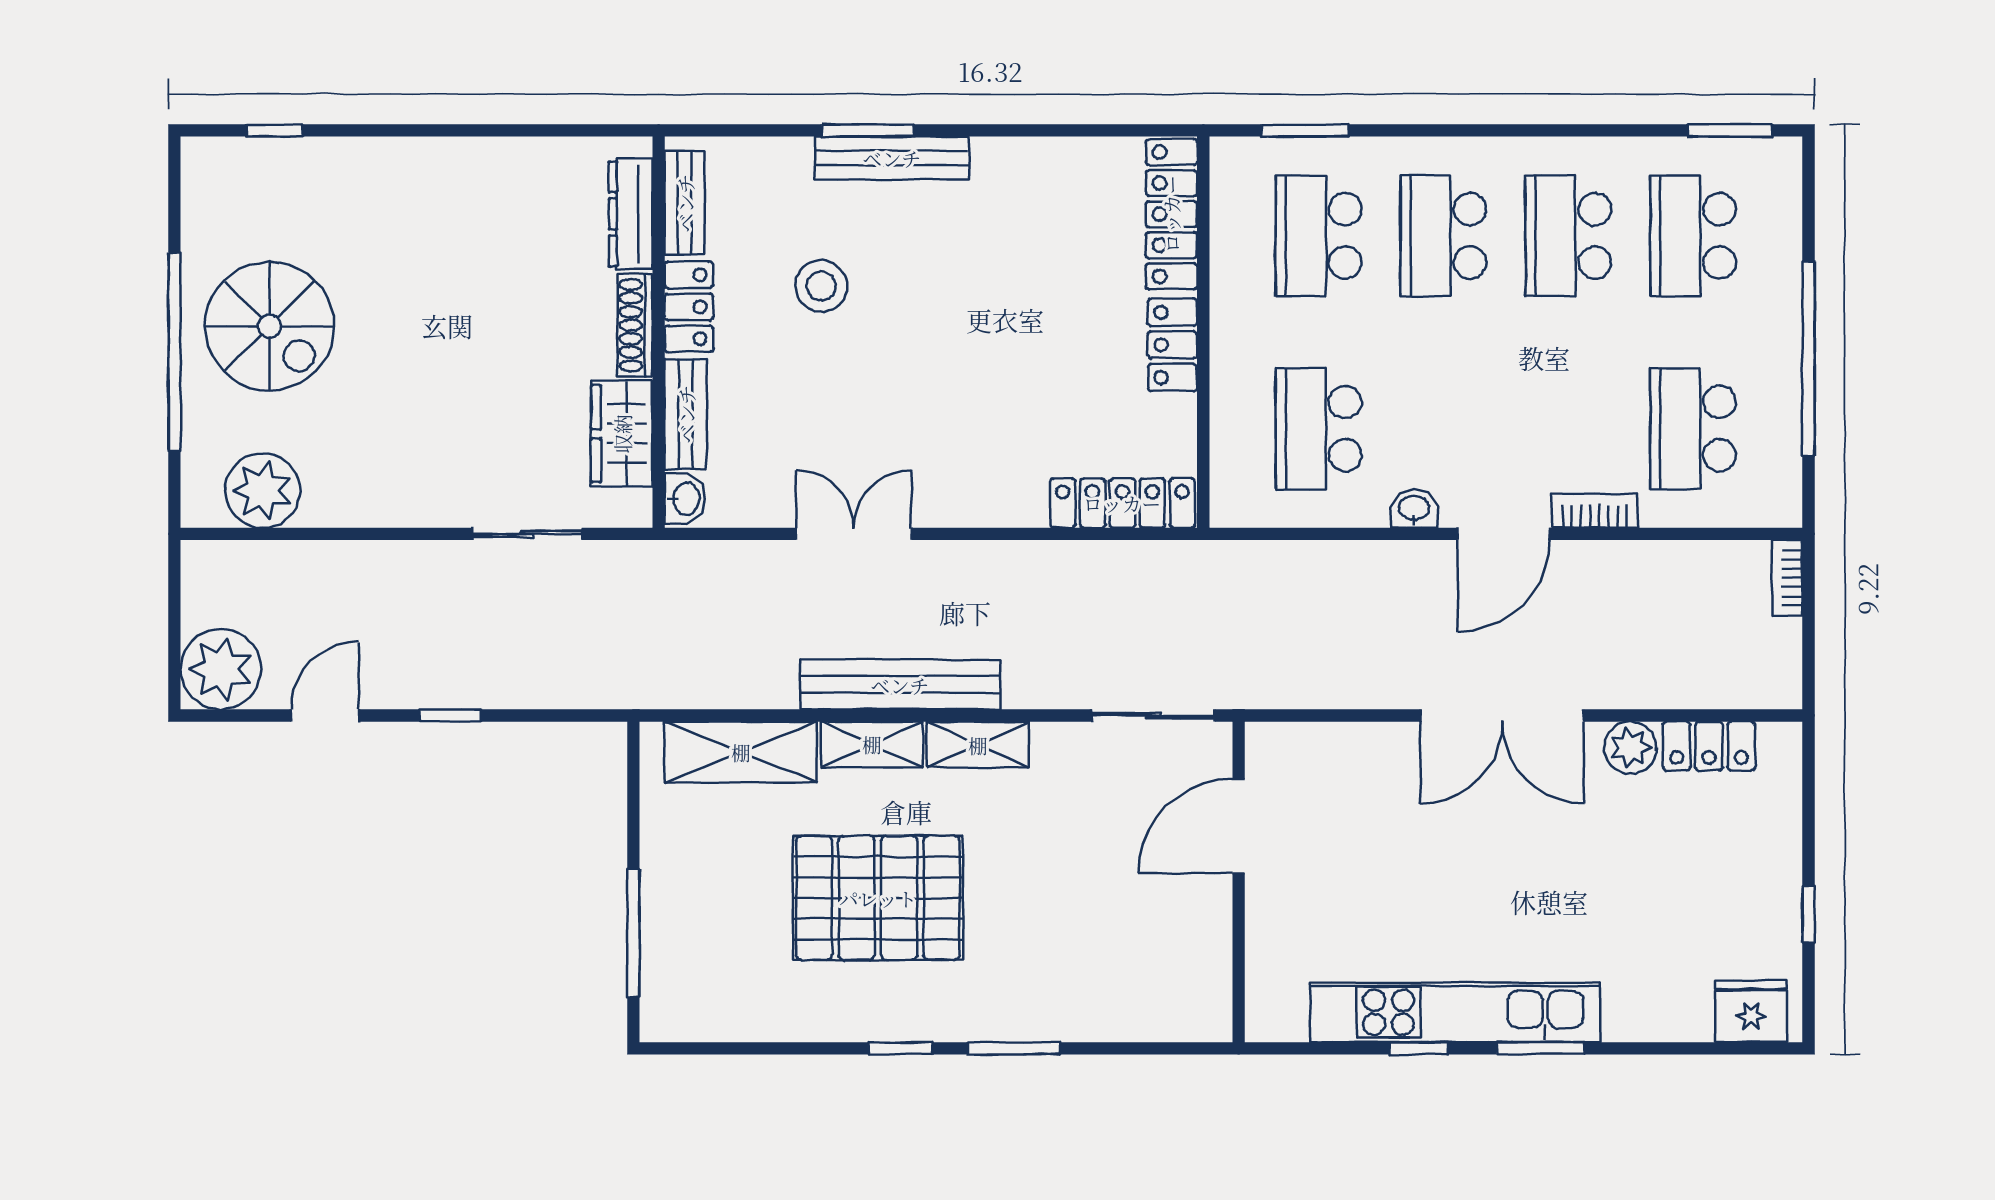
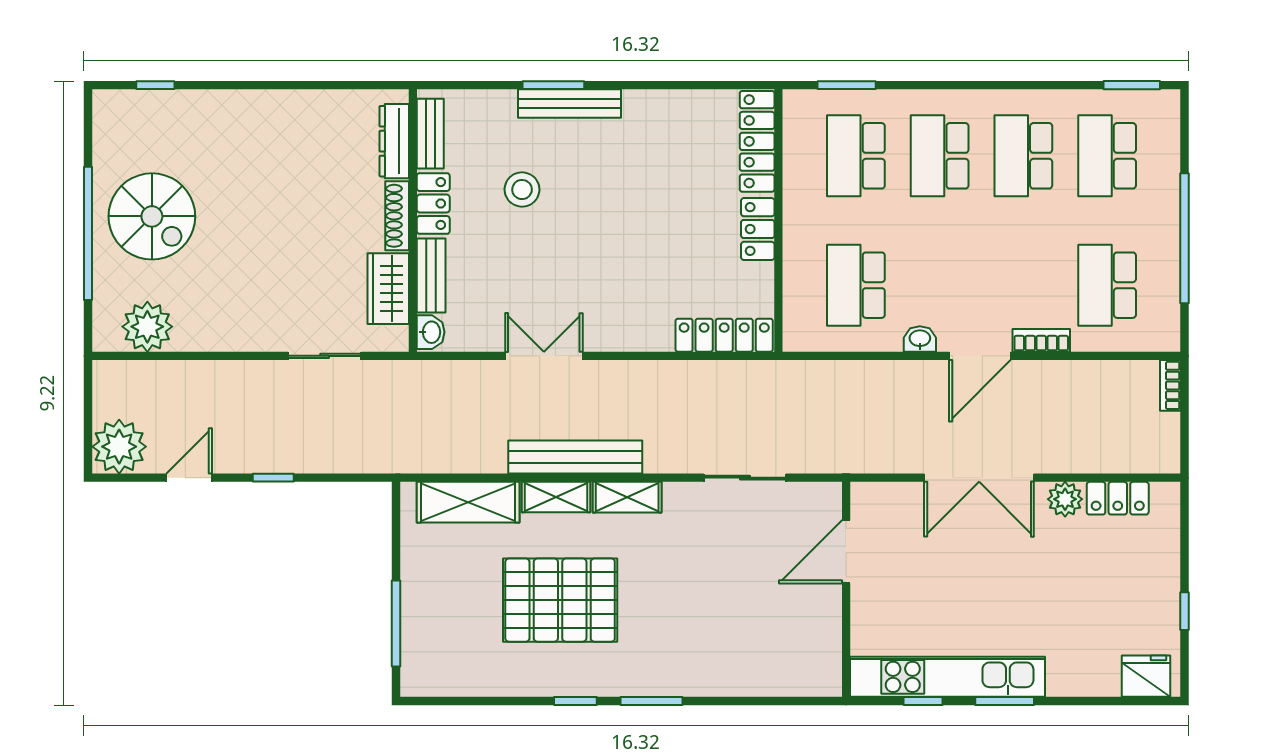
door: (1239, 826) -> (846, 552), moved
wall: (1239, 882) -> (846, 589), moved

